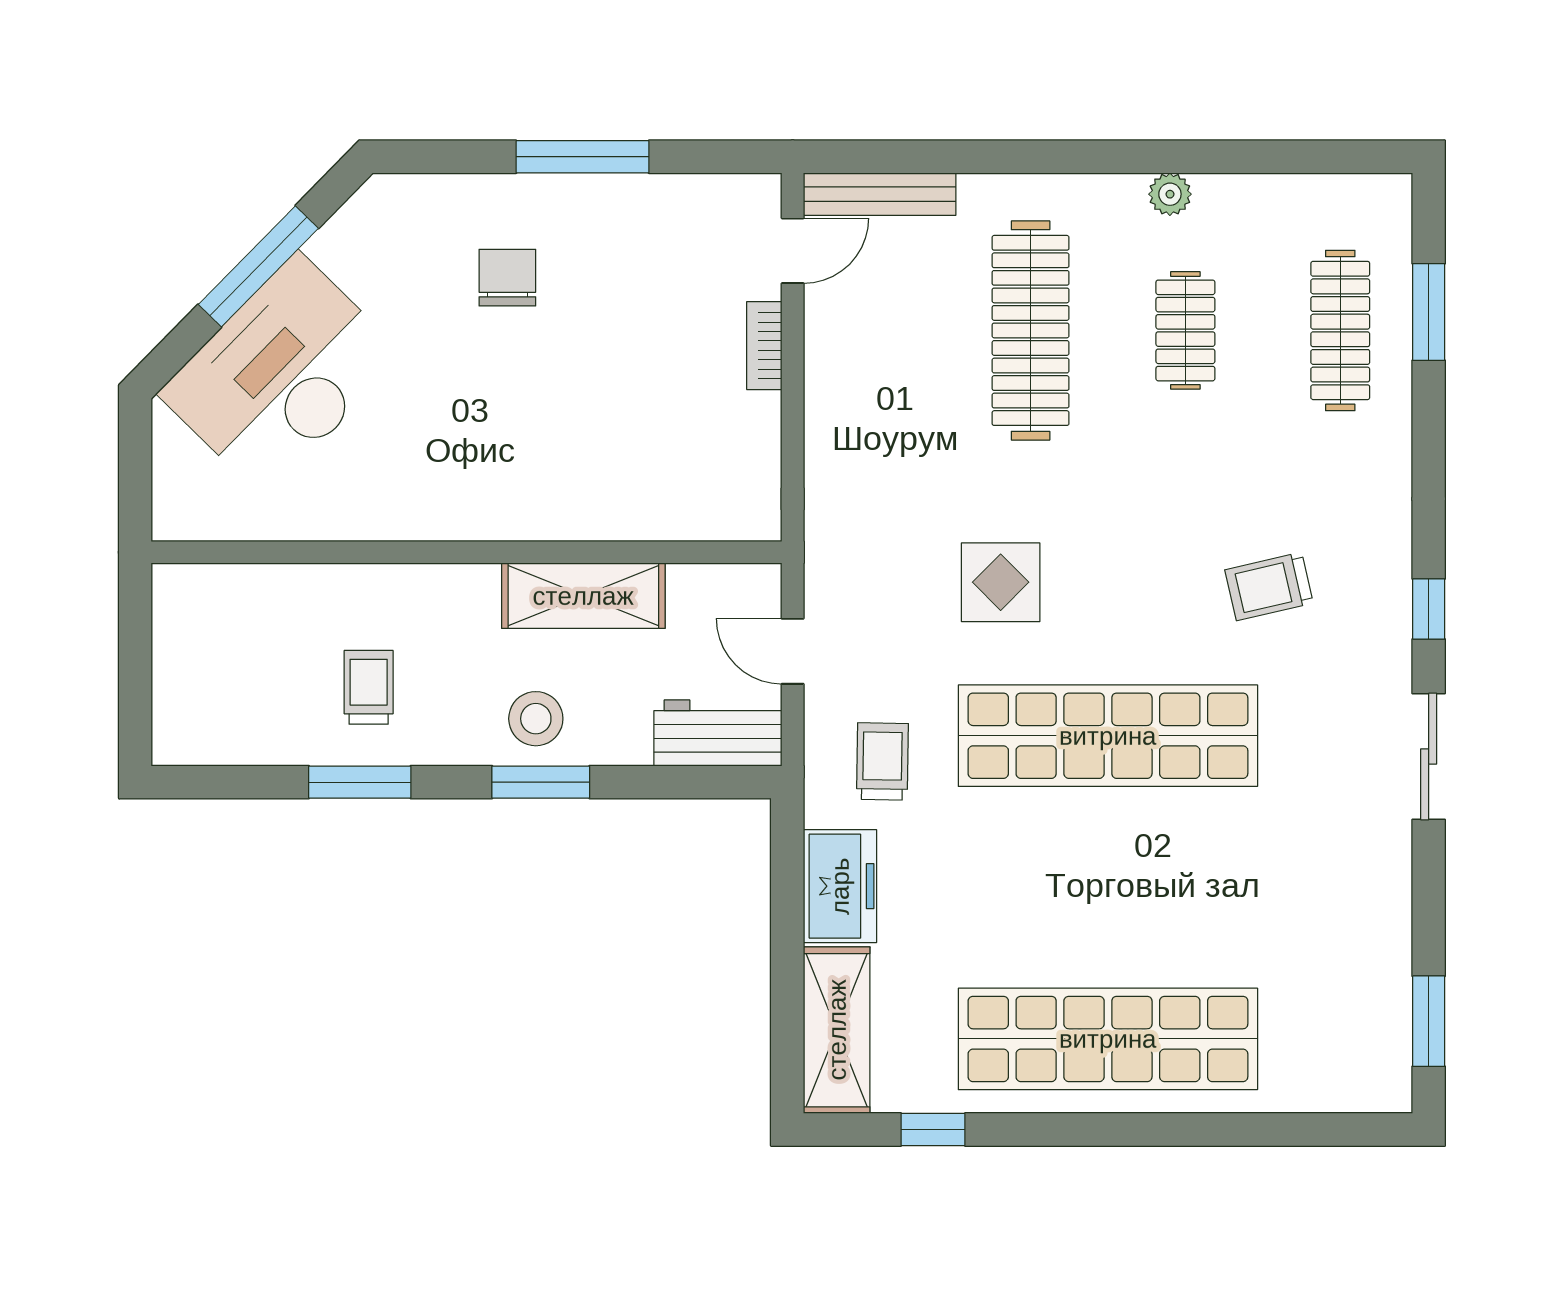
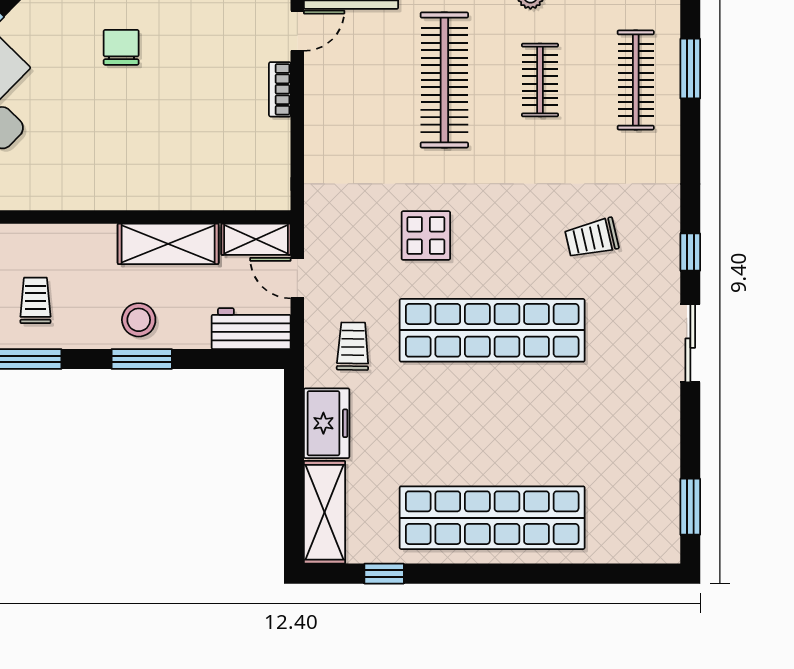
shelving: (726, 588) -> (256, 239), added

